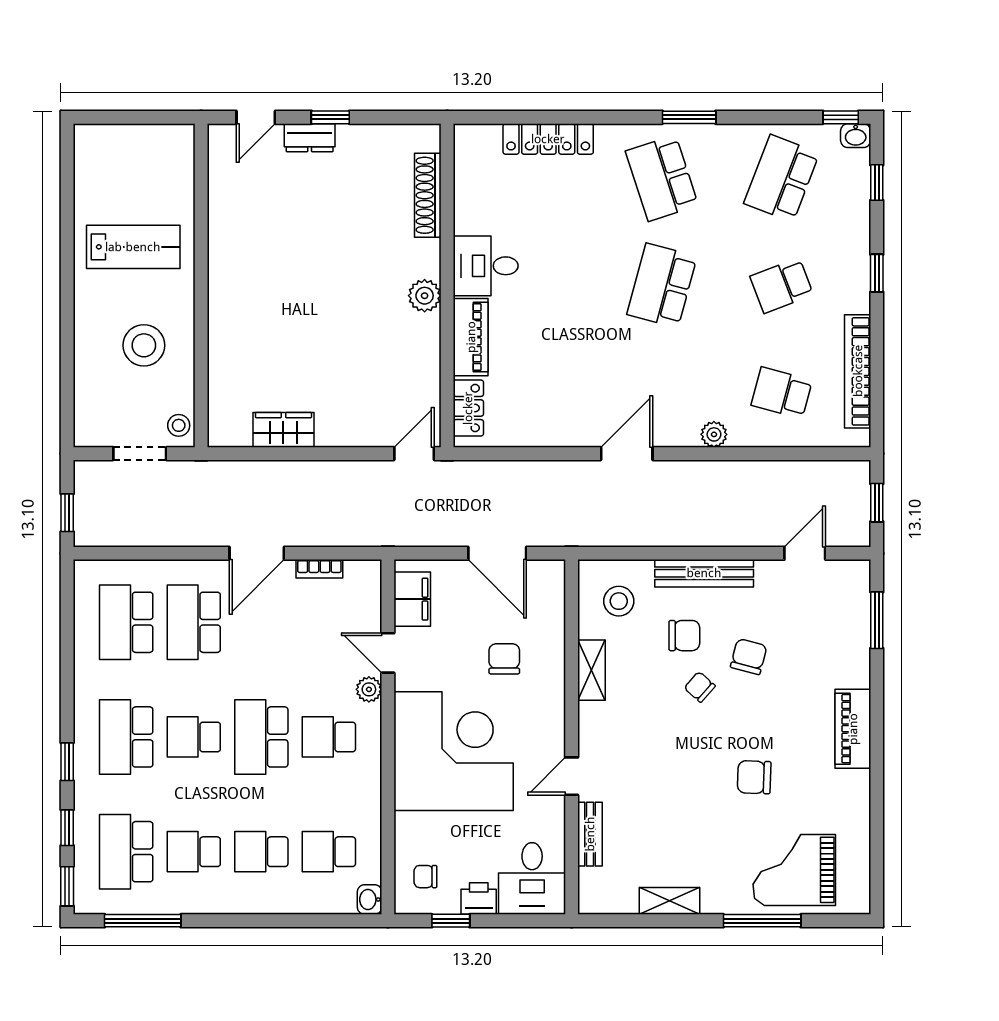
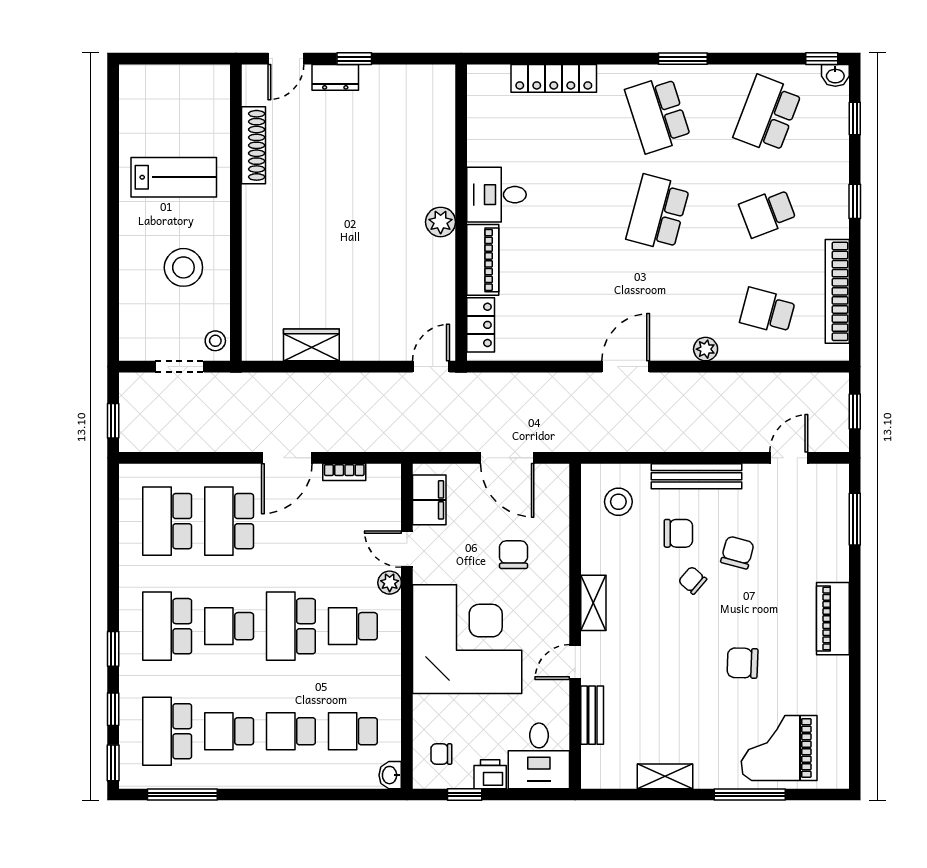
shoe rack: (428, 195) -> (253, 145), moved, turned 180
shelving: (591, 670) -> (593, 603), moved

